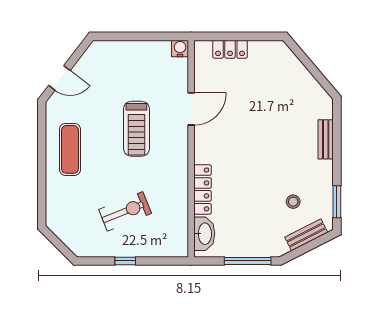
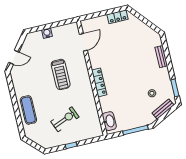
water cooler: (180, 48) -> (47, 33), moved
locker: (230, 49) -> (118, 17), moved
door: (191, 109) -> (83, 42), moved
exercise mat: (70, 149) -> (28, 110), moved
locker: (203, 189) -> (99, 82), moved

